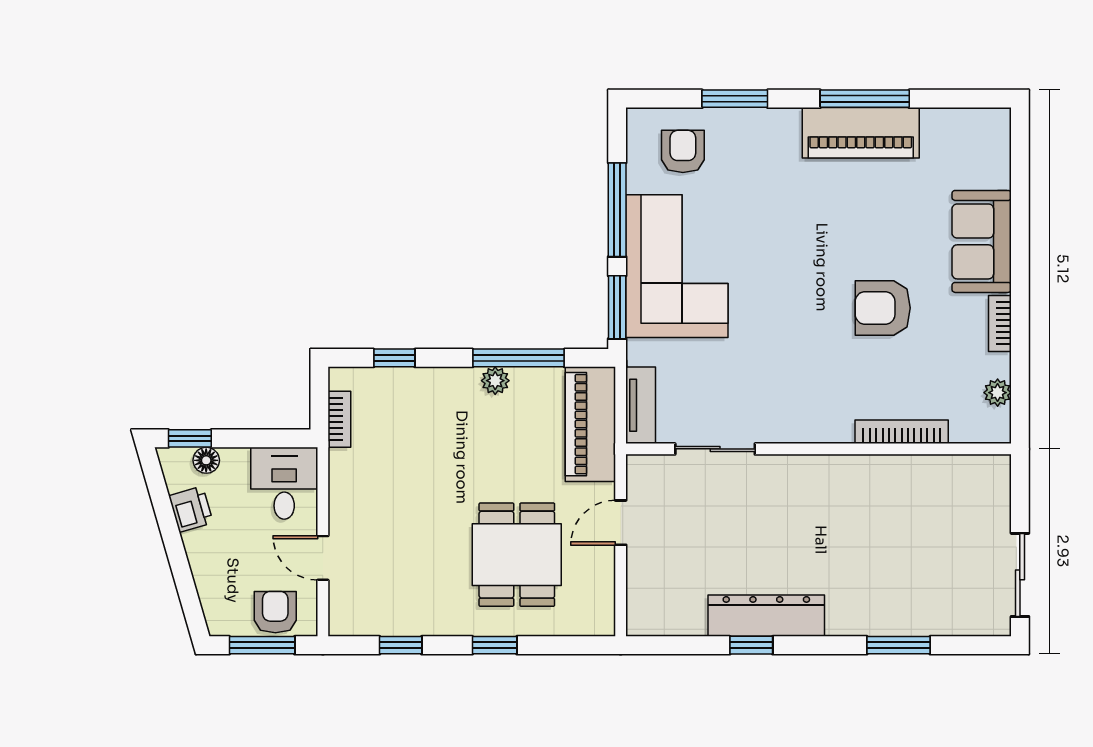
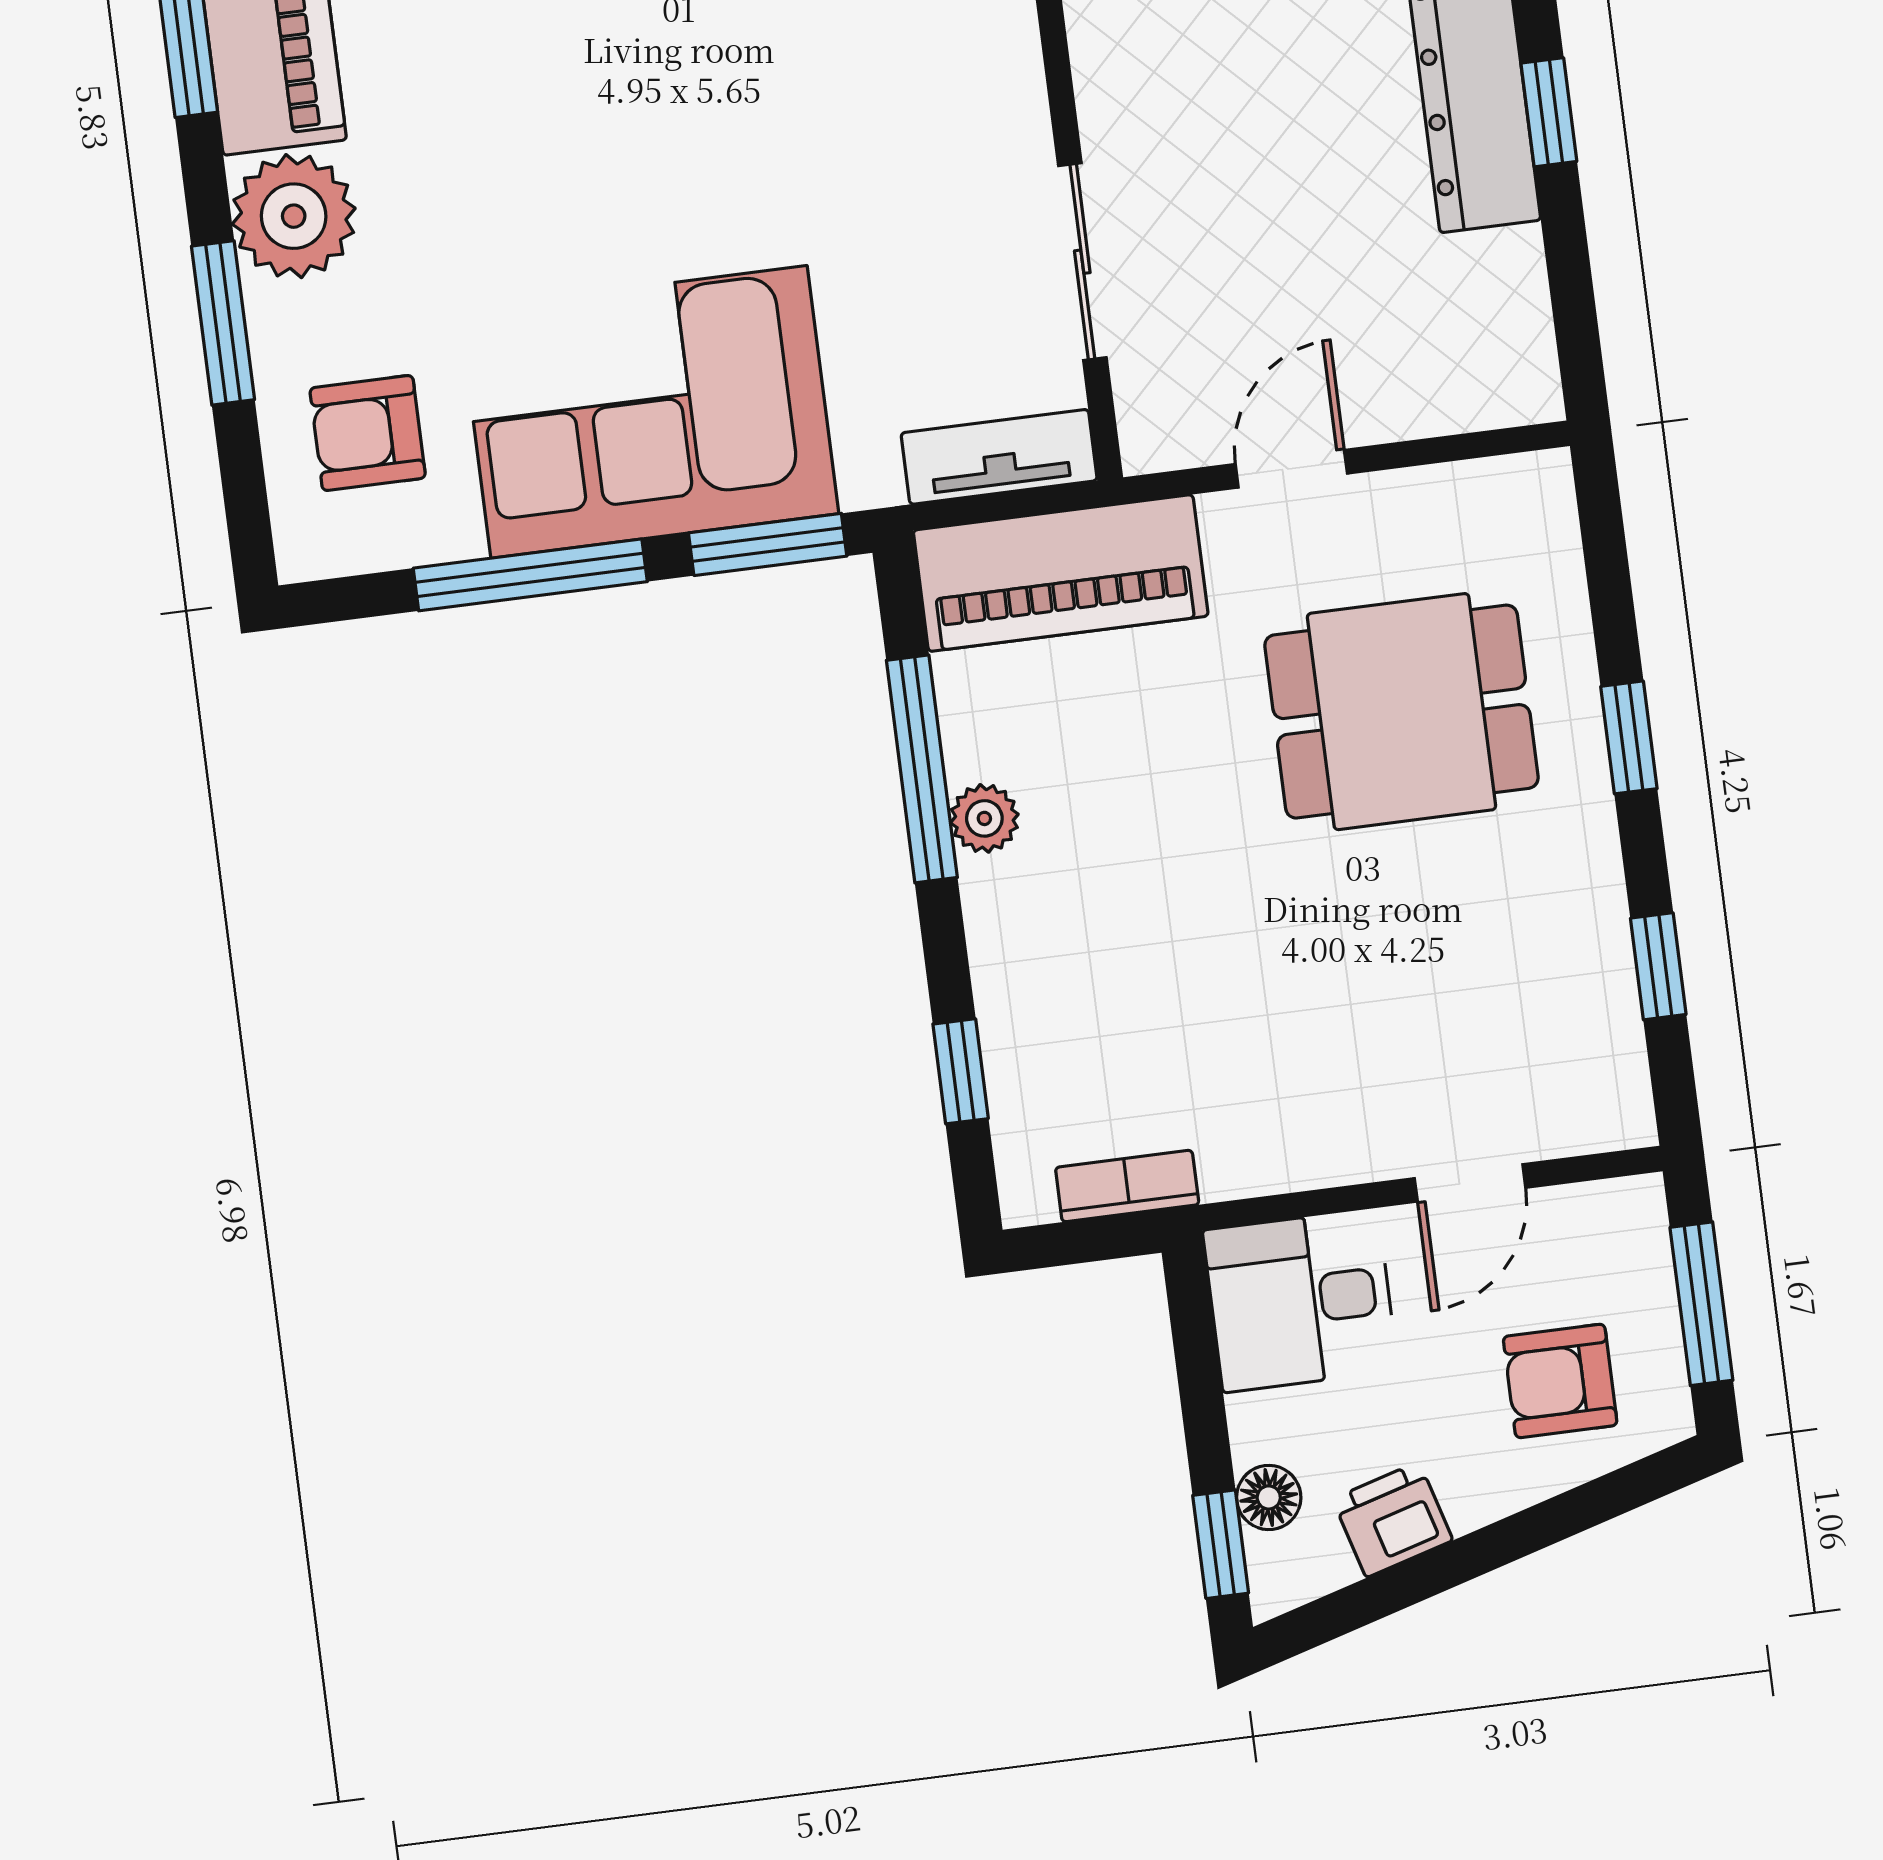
plant: (774, 133) -> (294, 216), added
door: (621, 523) -> (1291, 469), swing flipped
armchair: (275, 612) -> (1560, 1381), moved

